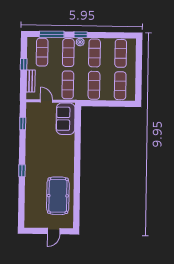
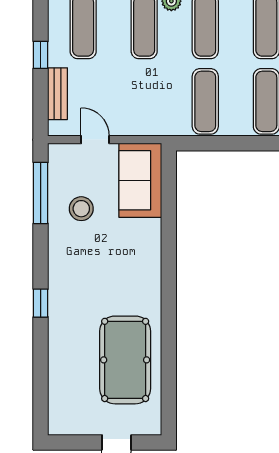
exercise mat: (68, 85) -> (144, 101), removed
window: (23, 123) -> (41, 193), width x2.17
stool: (40, 131) -> (81, 209), added

